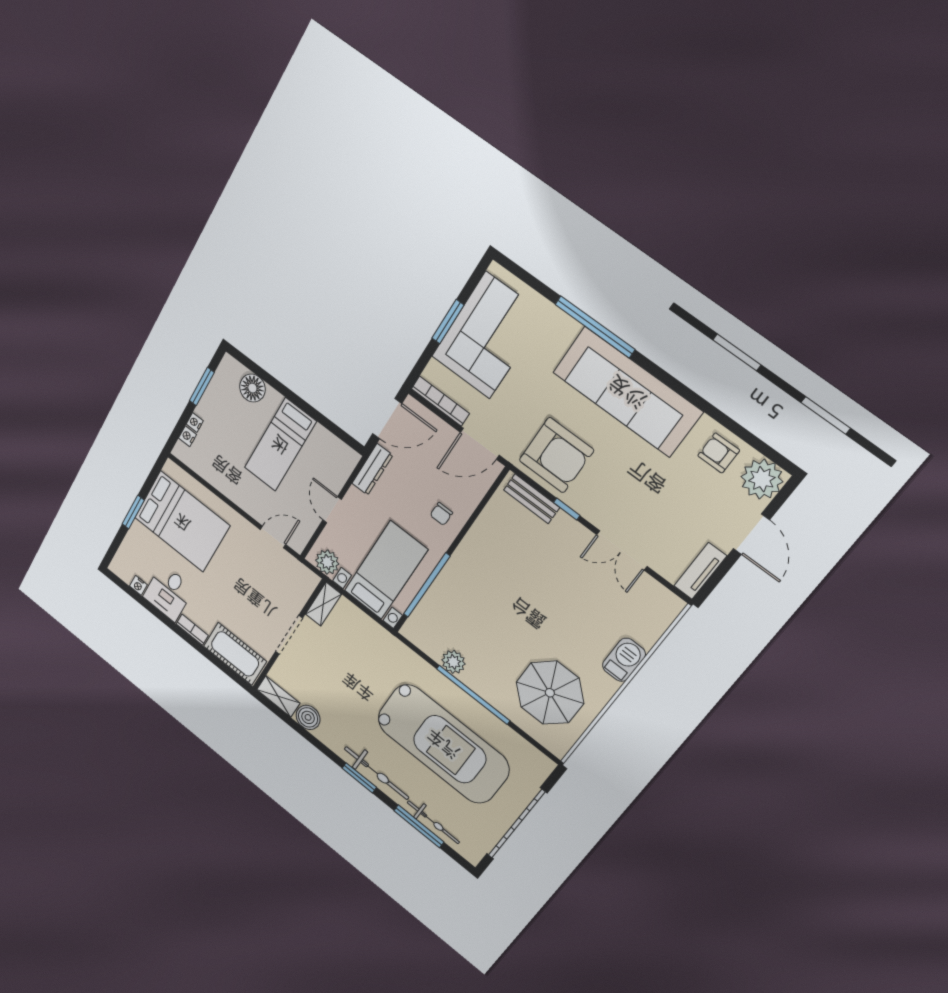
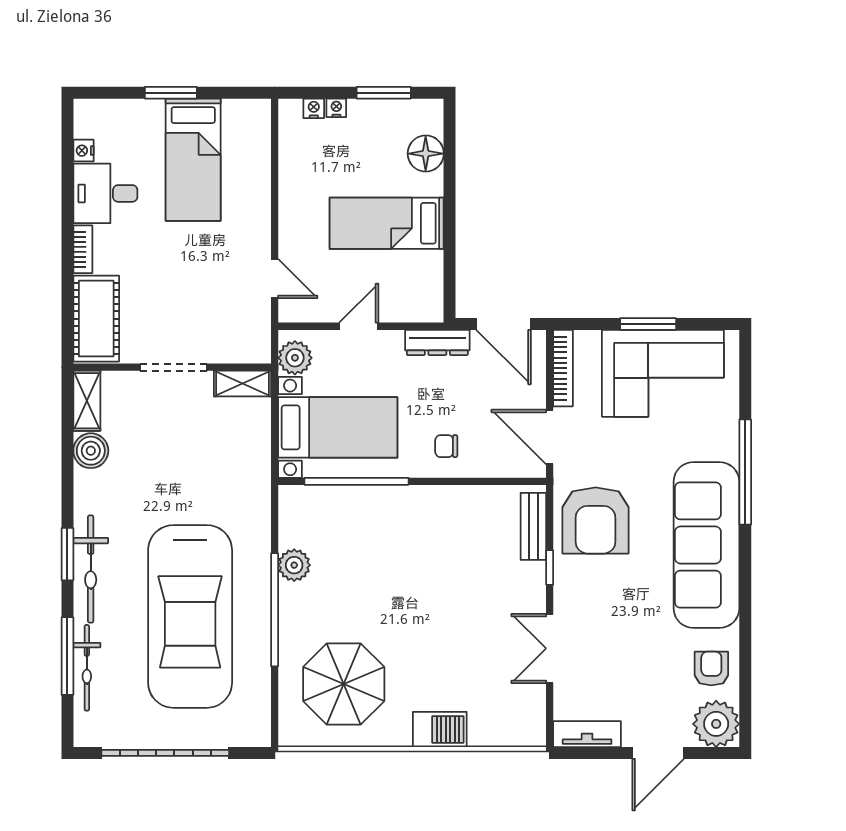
bed: (182, 522) -> (193, 160), width x0.67

